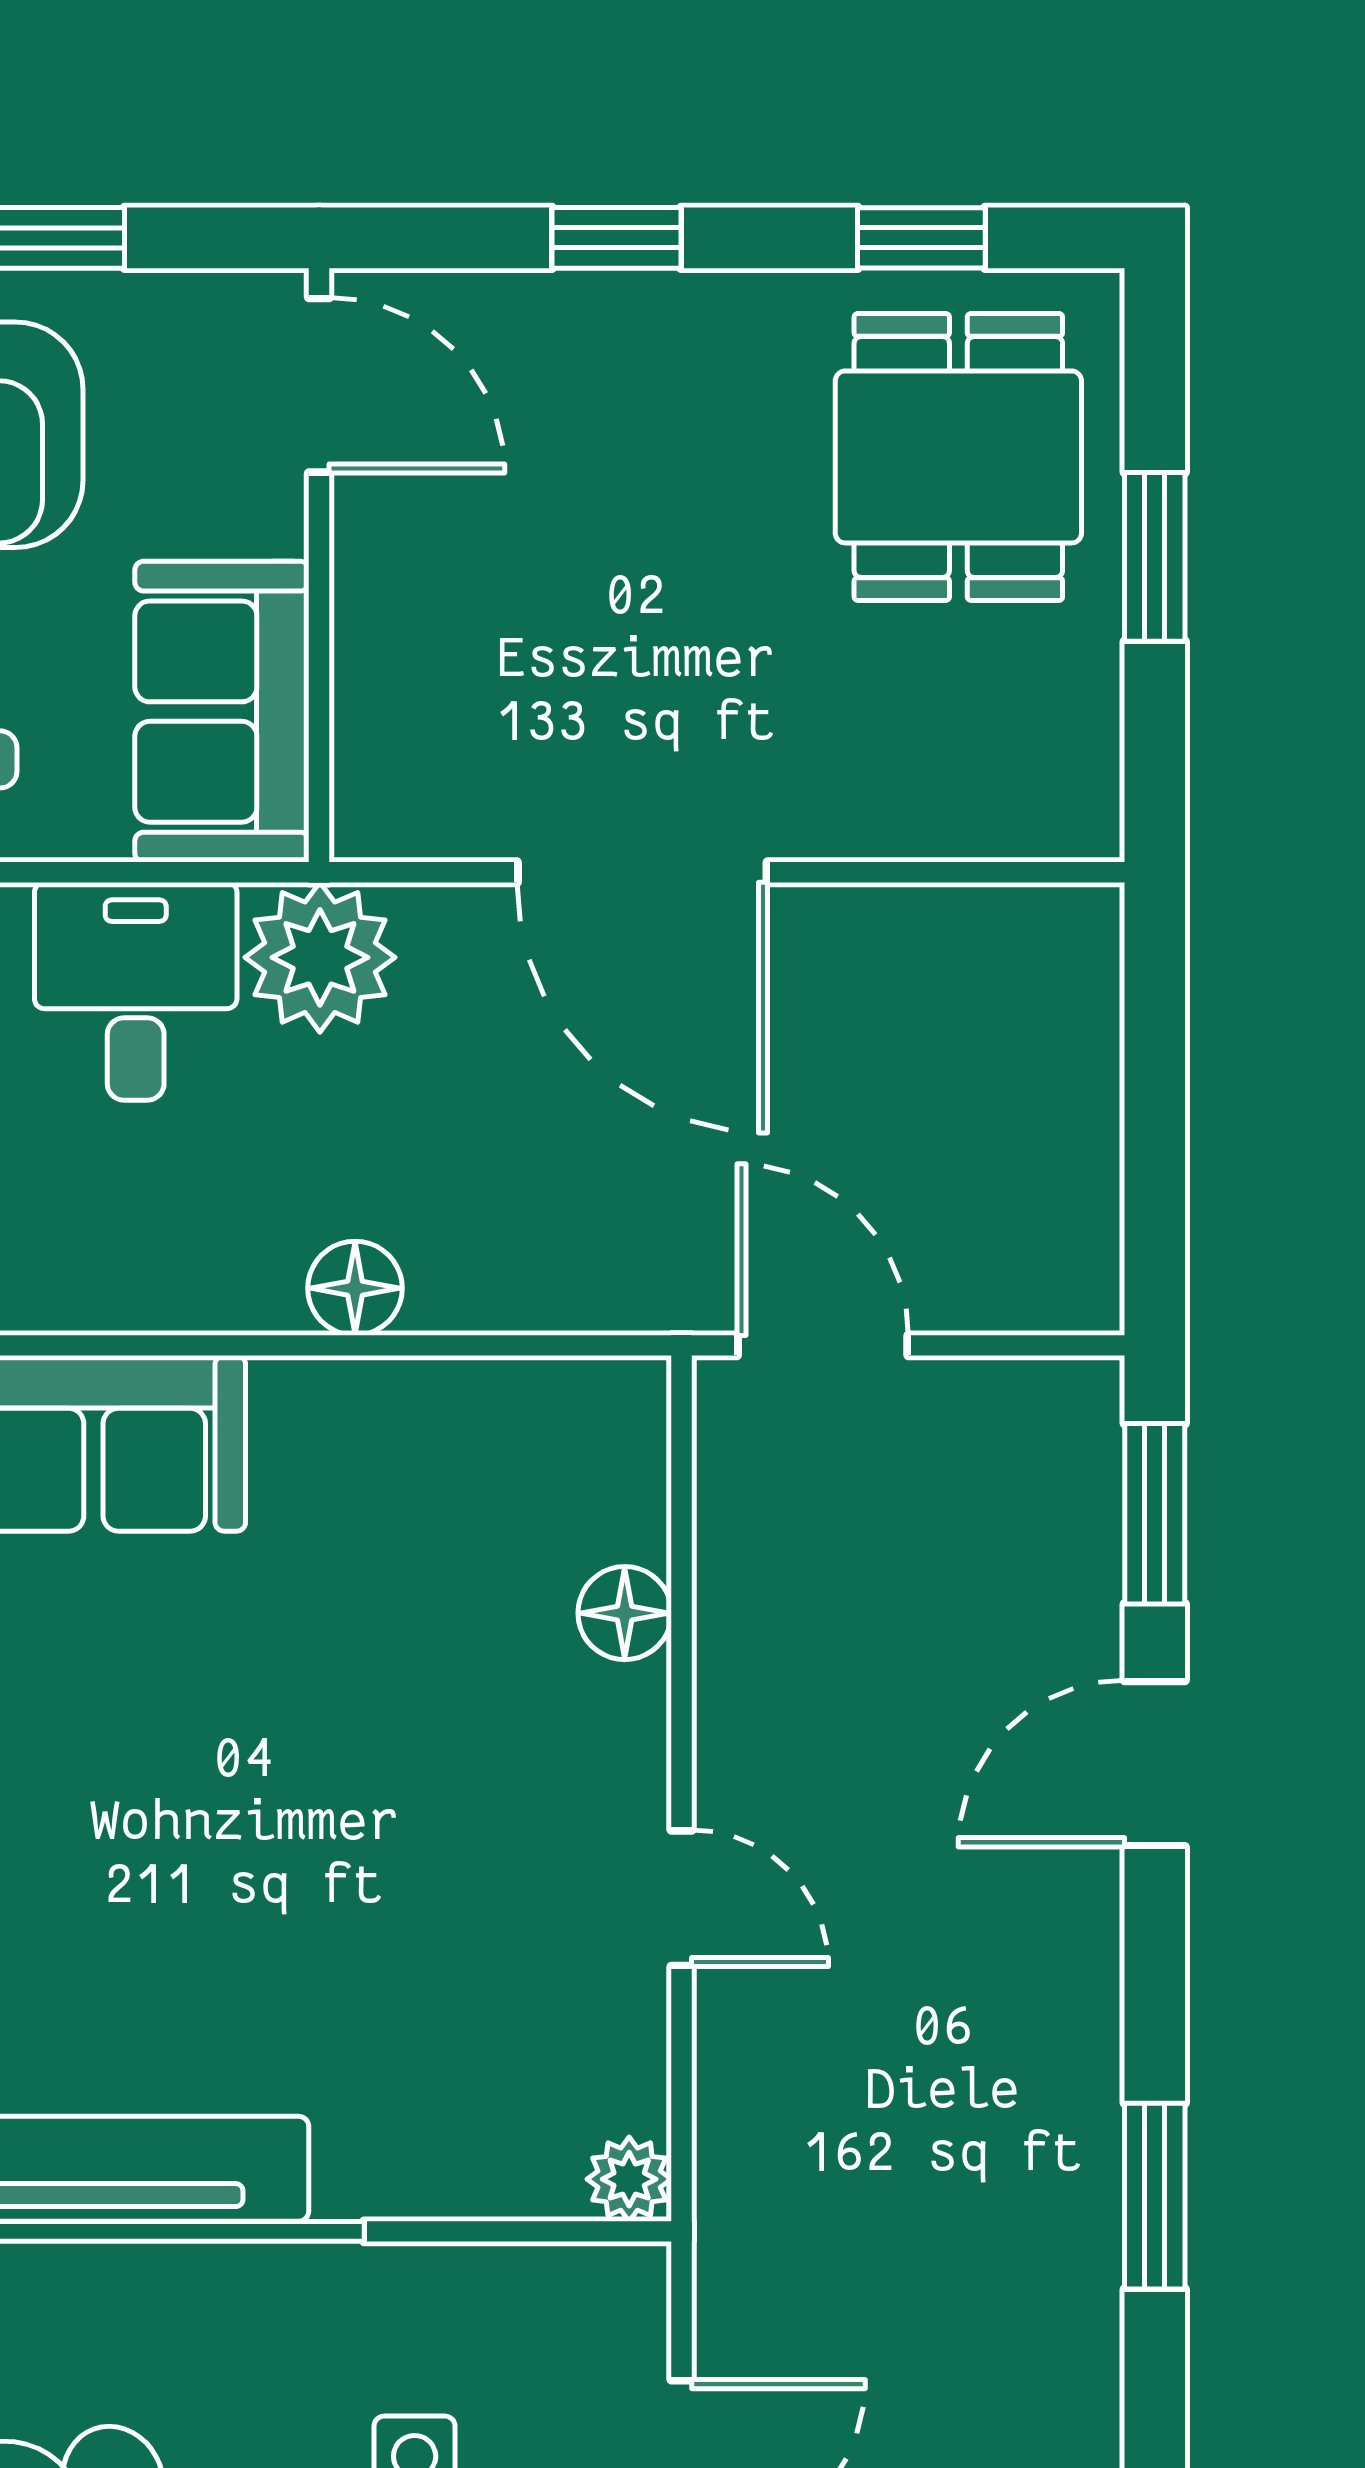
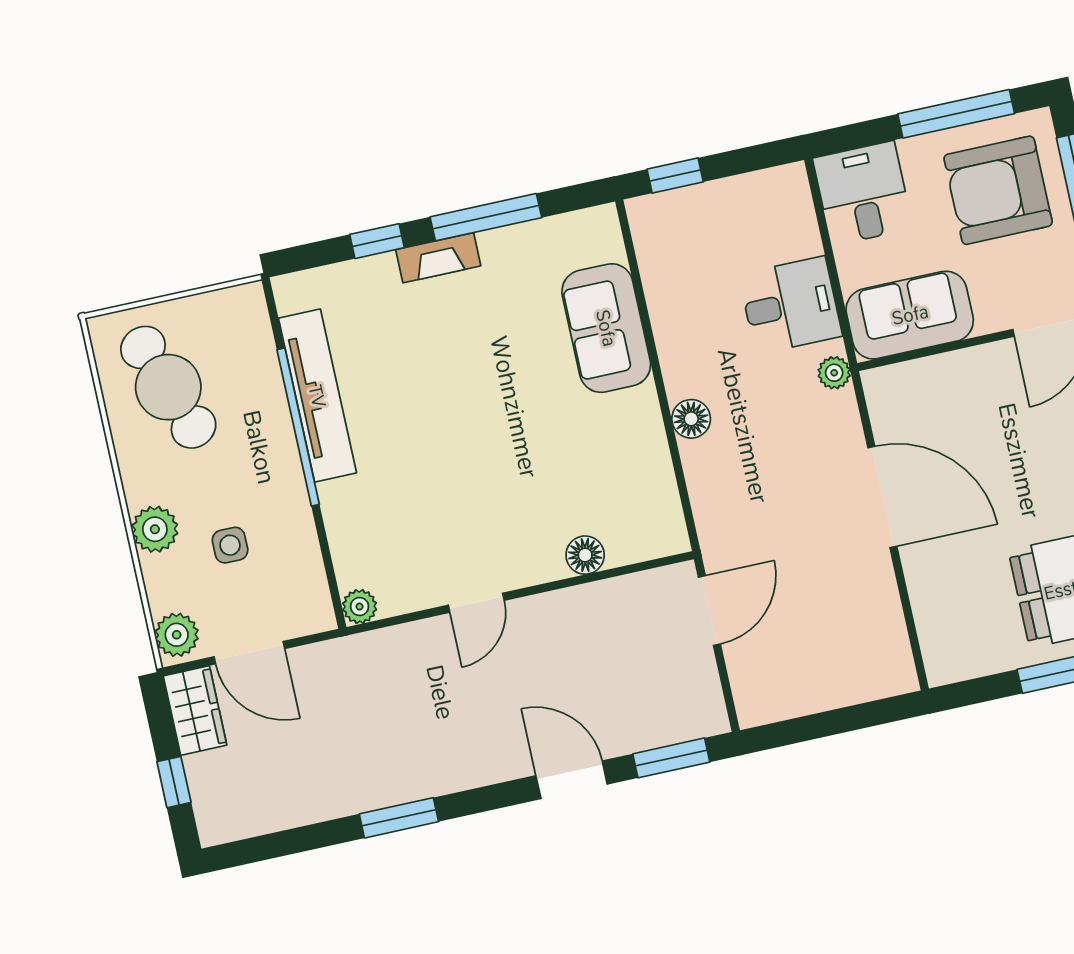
door: (642, 872) -> (882, 497), swing flipped
plant: (320, 957) -> (834, 373), width x0.53, depth x0.53

